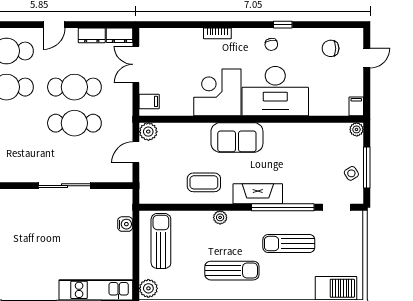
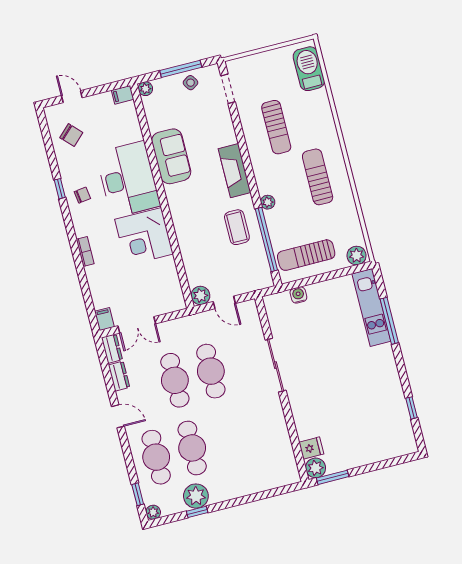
chair: (331, 48) -> (71, 135), turned -44
filing cabinet: (149, 101) -> (104, 319), moved
sofa: (237, 137) -> (171, 156), moved
window: (283, 207) -> (266, 240), moved

